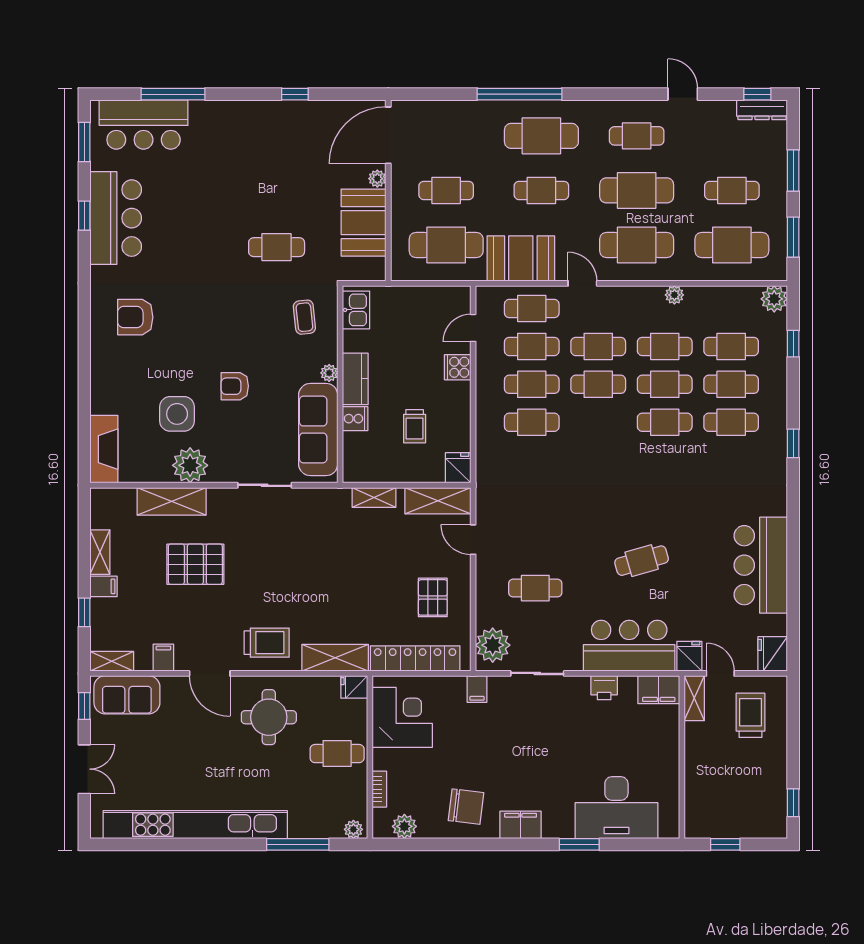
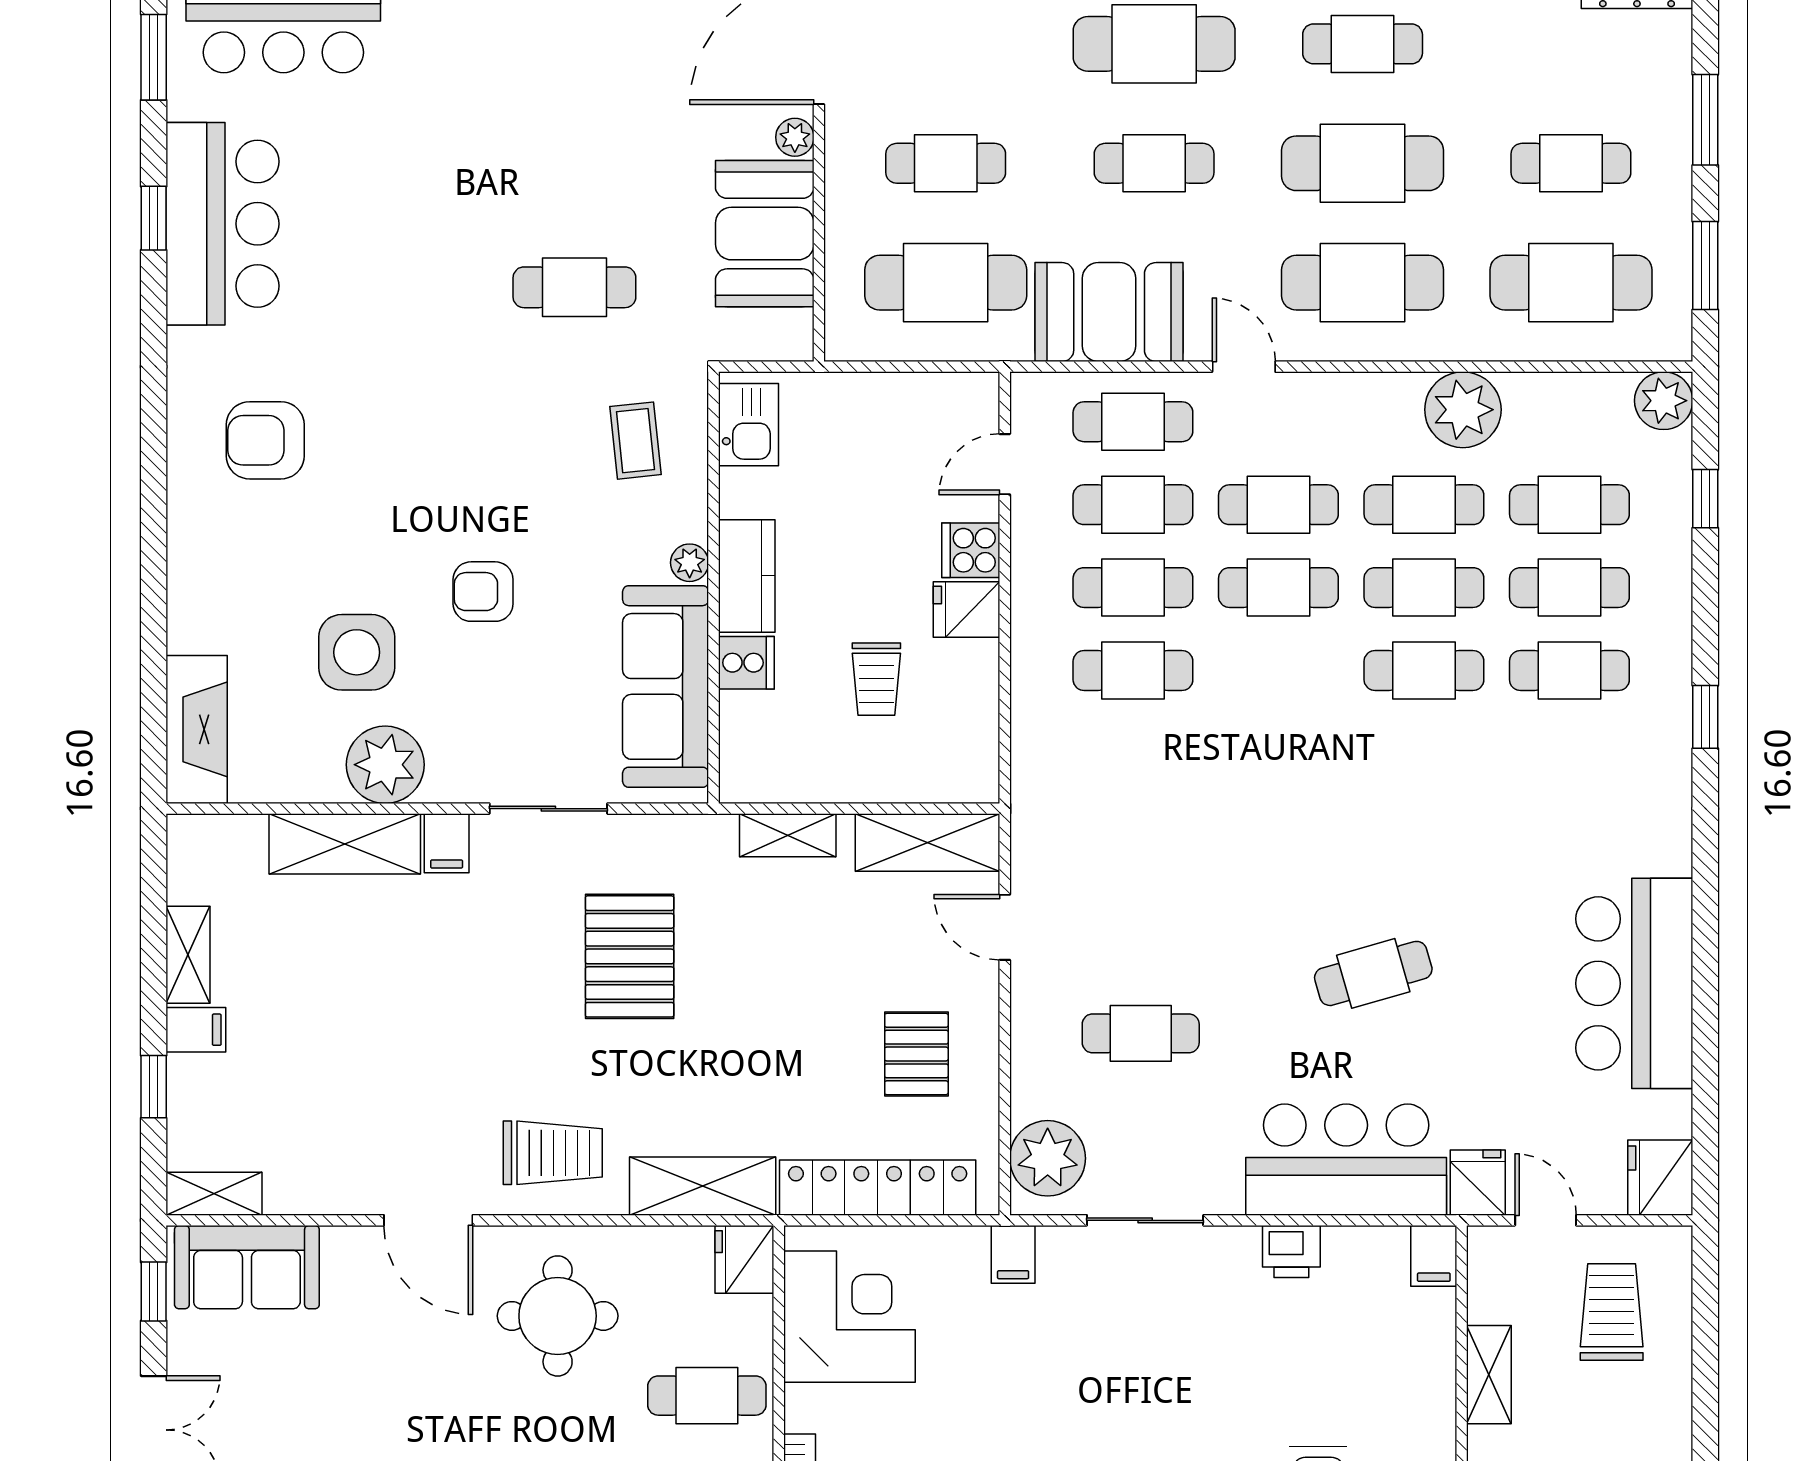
plant: (674, 295) -> (1463, 410), width x1.88, depth x1.88
fridge: (458, 468) -> (967, 609), moved, turned -90
pallet: (195, 564) -> (630, 956), moved, turned 90
filing cabinet: (163, 658) -> (447, 843), moved, turned 180
fridge: (354, 687) -> (744, 1259), width x1.38
filing cabinet: (659, 690) -> (1434, 1256), width x0.50
shelving: (694, 698) -> (1489, 1375), moved

